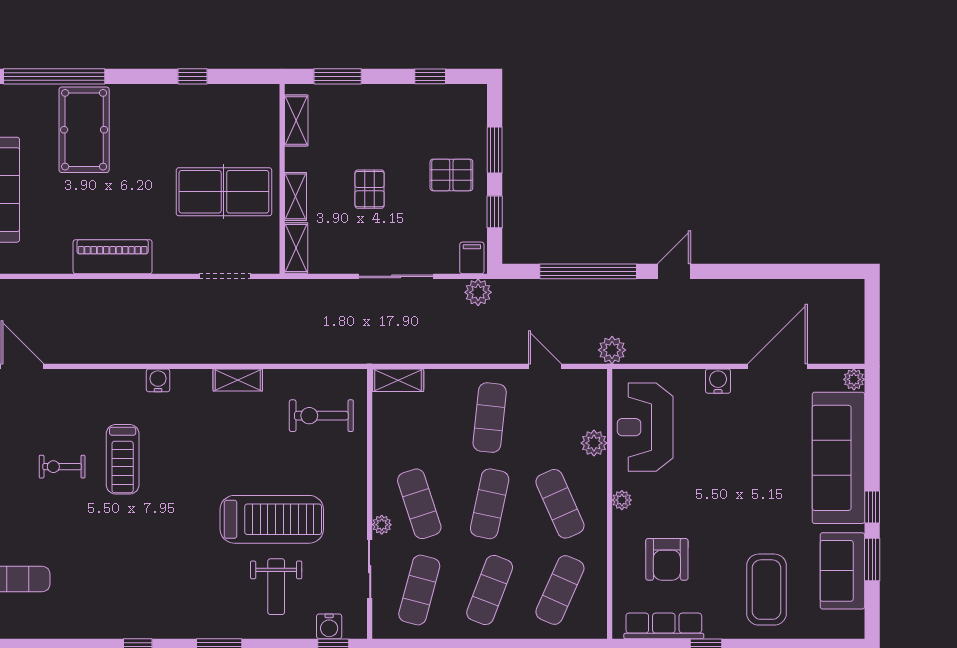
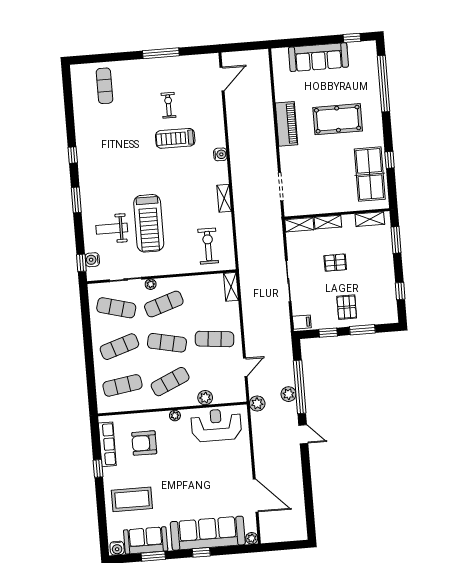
pool table: (84, 130) -> (338, 119), moved
table tennis table: (224, 192) -> (370, 174), moved
plant: (478, 292) -> (288, 394), moved
water cooler: (718, 381) -> (117, 548), moved, turned 90
window: (872, 507) -> (201, 552), moved
exercise mat: (490, 590) -> (119, 347), turned -39
exercise mat: (560, 590) -> (123, 385), turned -33

